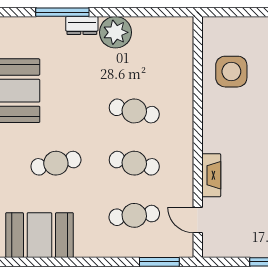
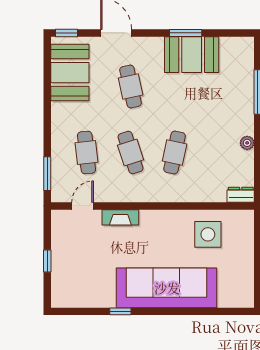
dresser: (82, 25) -> (241, 195), moved, turned 90
plant: (115, 32) -> (247, 143), width x0.53, depth x0.53
cafe table: (134, 163) -> (131, 153), turned -30

